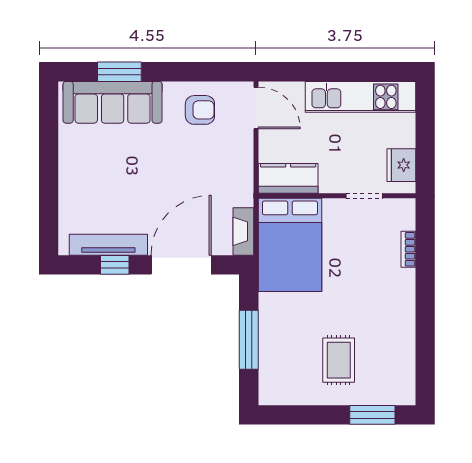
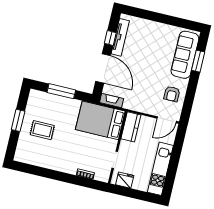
window: (372, 415) -> (18, 120), moved

